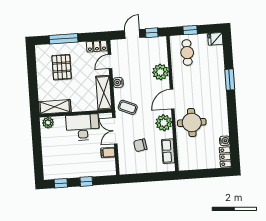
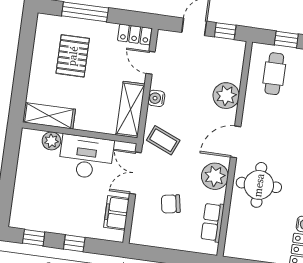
door: (110, 61) -> (151, 63), hinge flipped
plant: (48, 123) -> (51, 141), moved
filing cabinet: (108, 153) -> (116, 213), width x2.00

